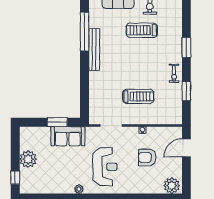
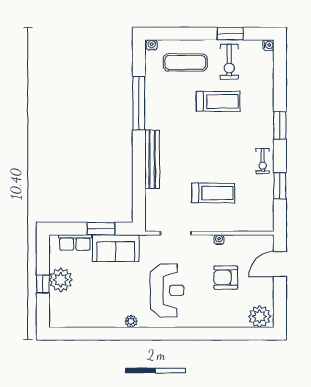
treadmill: (142, 30) -> (218, 101), turned 180
bench: (94, 50) -> (152, 159), moved
row of seats: (38, 132) -> (75, 243), added
window: (15, 178) -> (43, 284), moved

